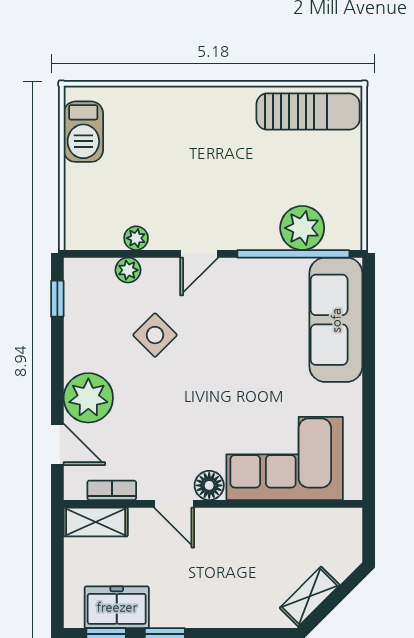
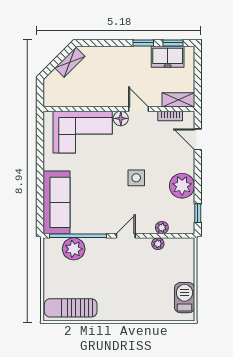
side table: (155, 335) -> (136, 178), moved, turned 45
plant: (88, 398) -> (182, 186), moved

